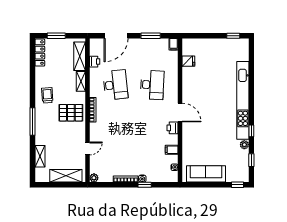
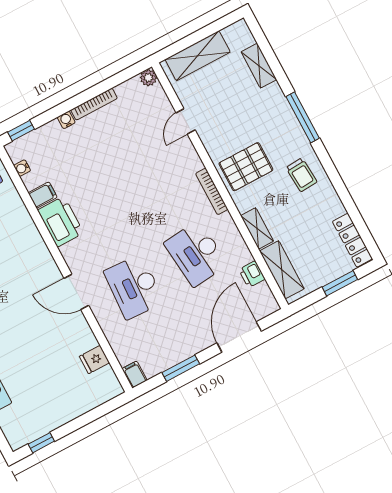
door: (180, 113) -> (76, 292), moved
printer: (173, 128) -> (61, 222), width x1.87, depth x1.48
window: (145, 185) -> (21, 131), moved

